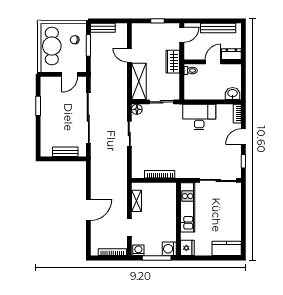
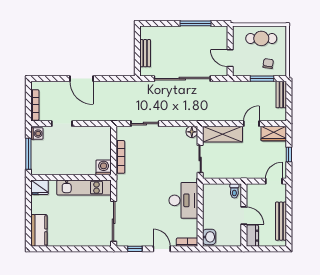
door: (182, 35) -> (274, 181), swing flipped
cafe table: (52, 46) -> (261, 38), width x0.73, depth x0.74
wardrobe: (173, 62) -> (274, 133), moved, turned 180
window: (38, 106) -> (196, 23), width x1.44
sliding door: (129, 134) -> (145, 124), moved
shelving: (136, 201) -> (91, 131), removed
washing machine: (169, 249) -> (104, 167), moved

